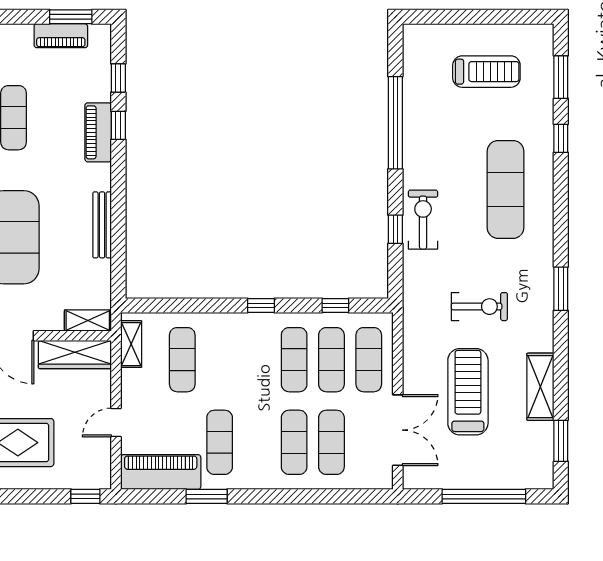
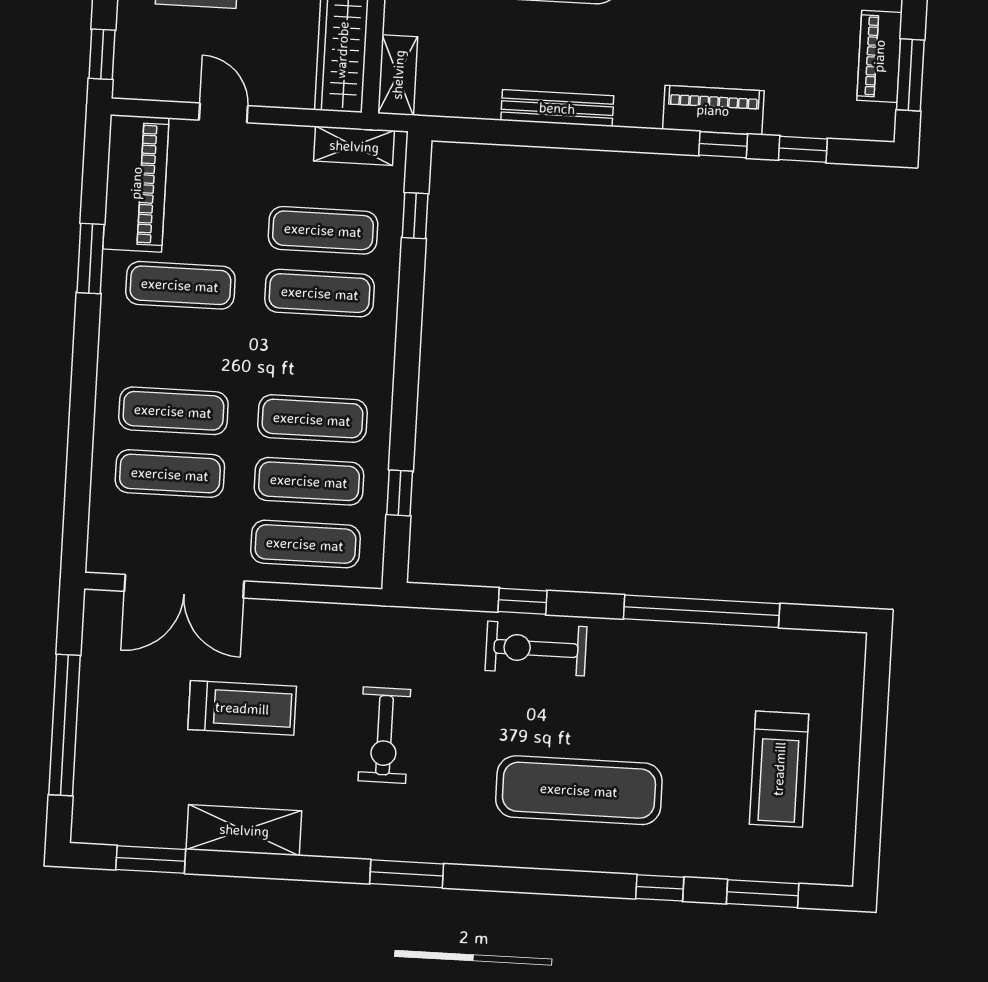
exercise bike: (423, 220) -> (536, 649), turned 180
window: (261, 305) -> (415, 216), moved
exercise mat: (220, 360) -> (320, 293), added
treadmill: (468, 392) -> (242, 708), width x0.73, depth x0.73

